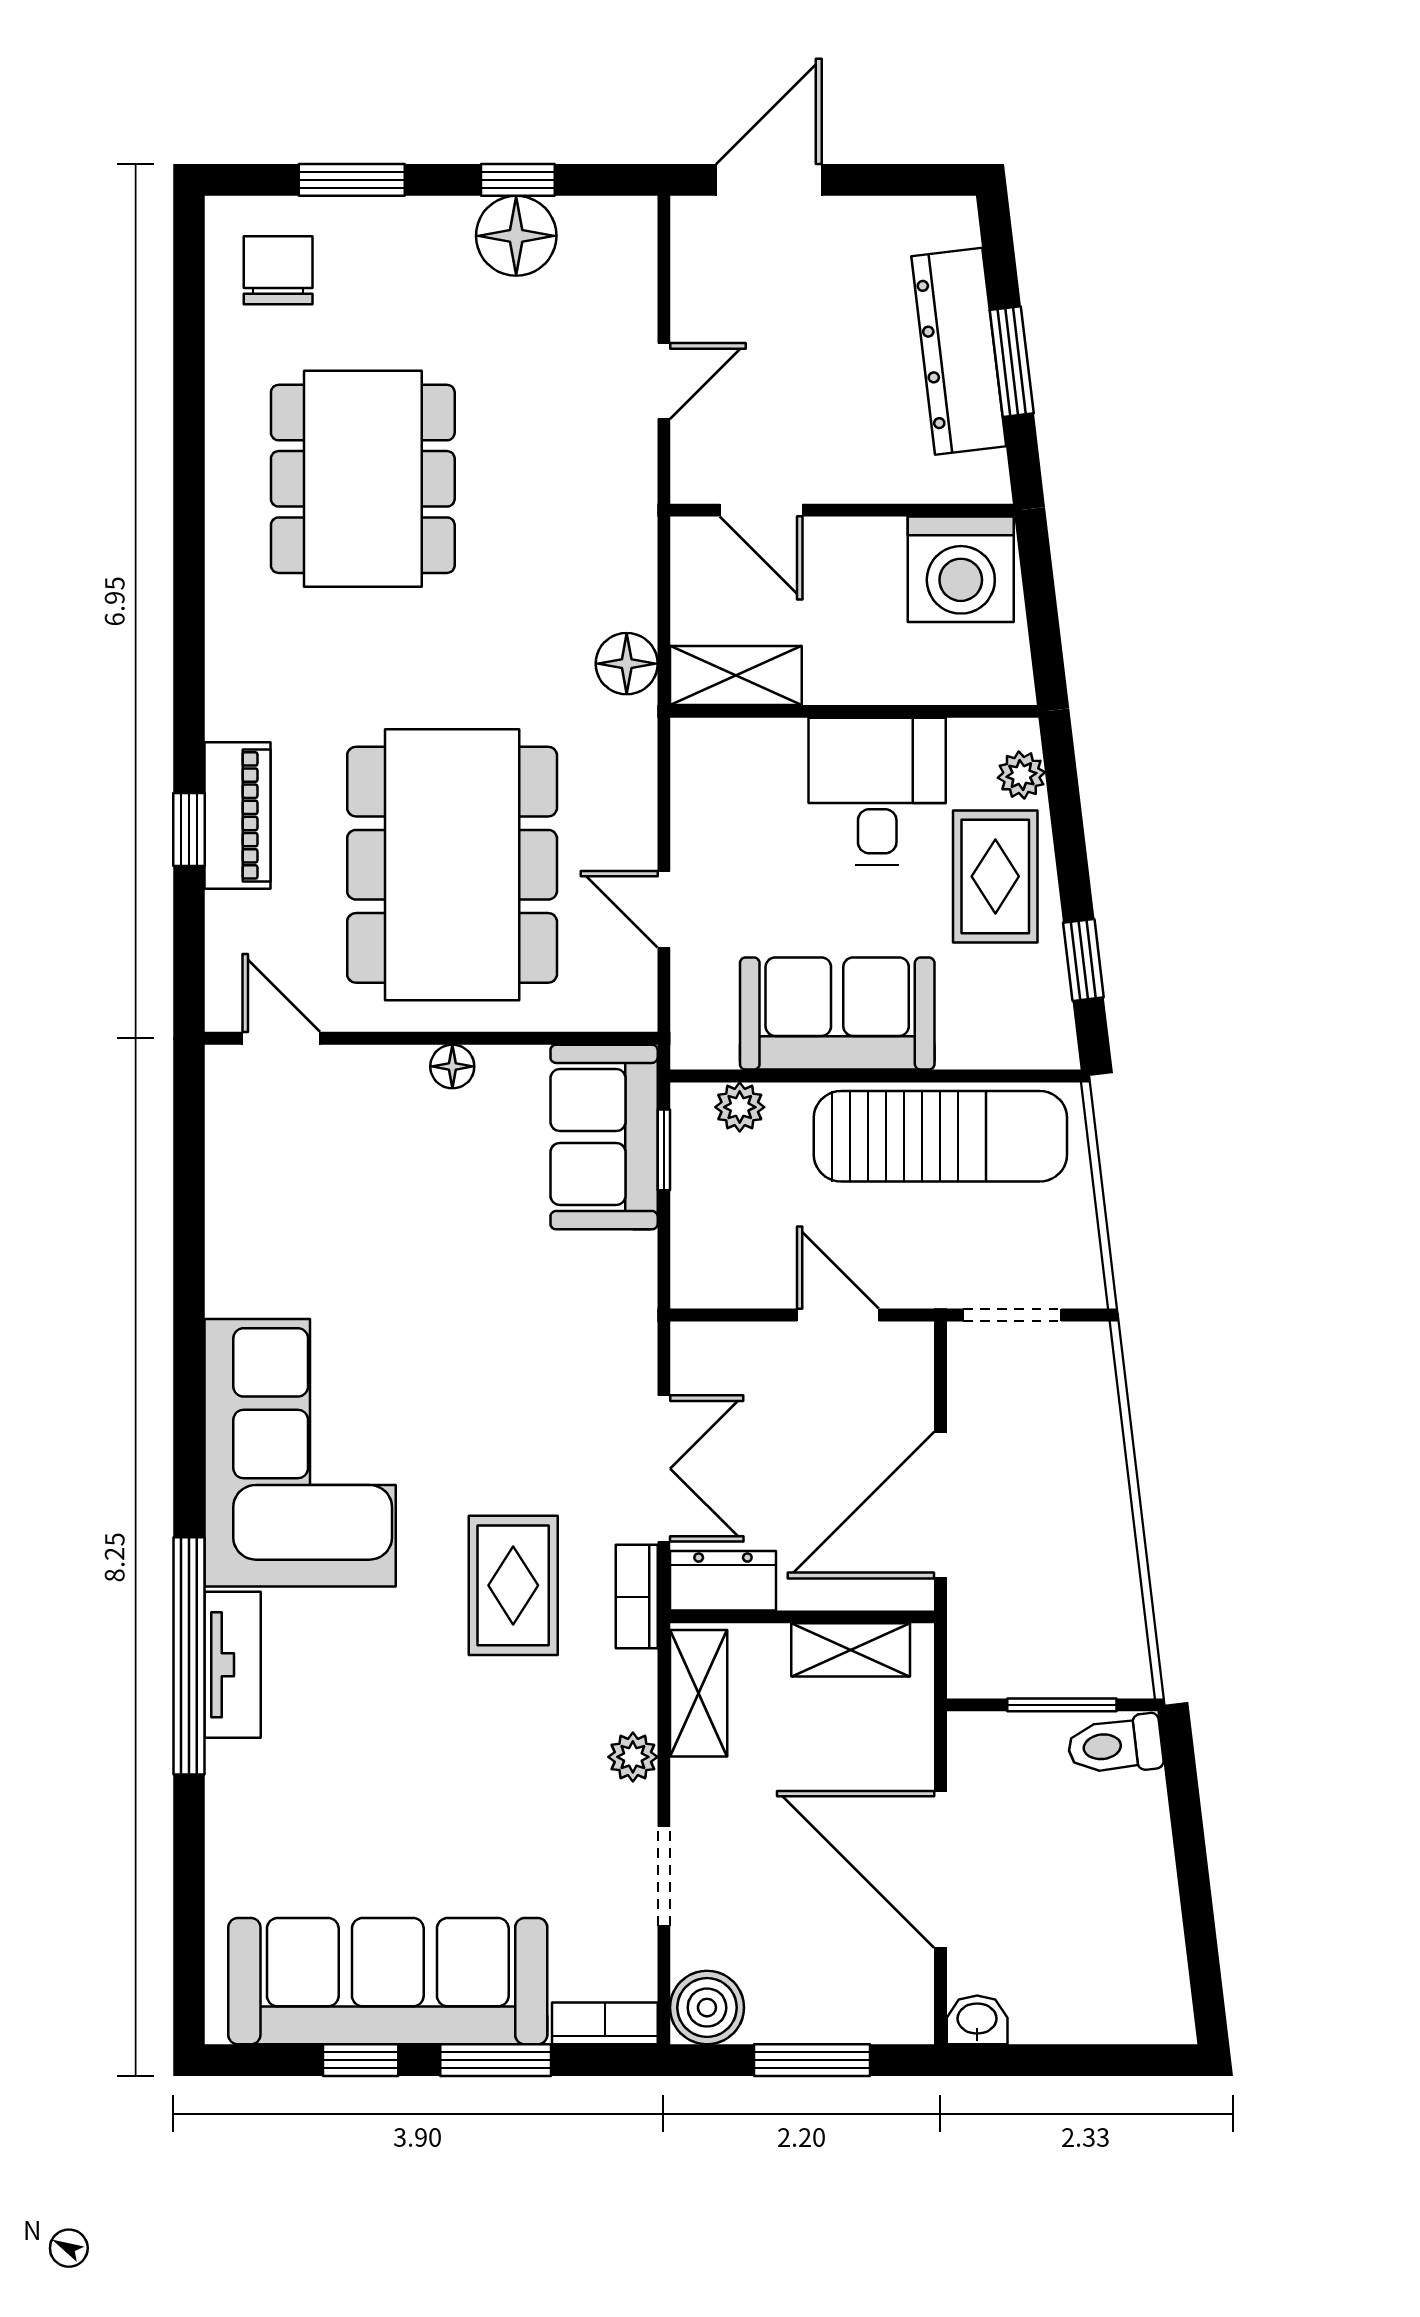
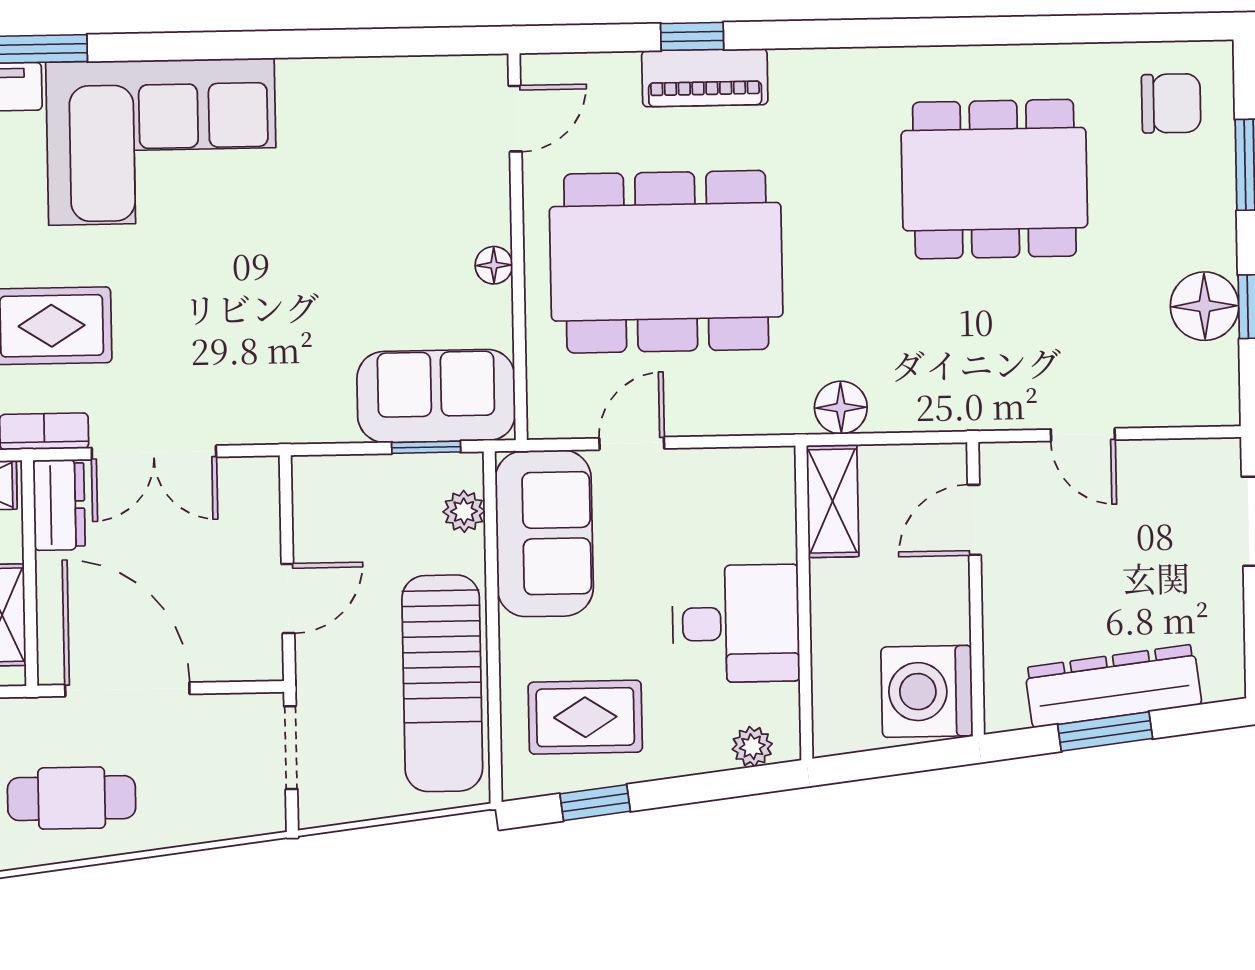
rug: (995, 876) -> (585, 717), moved
sofa: (837, 1014) -> (544, 533), moved
cafe table: (1066, 1573) -> (72, 798), added

